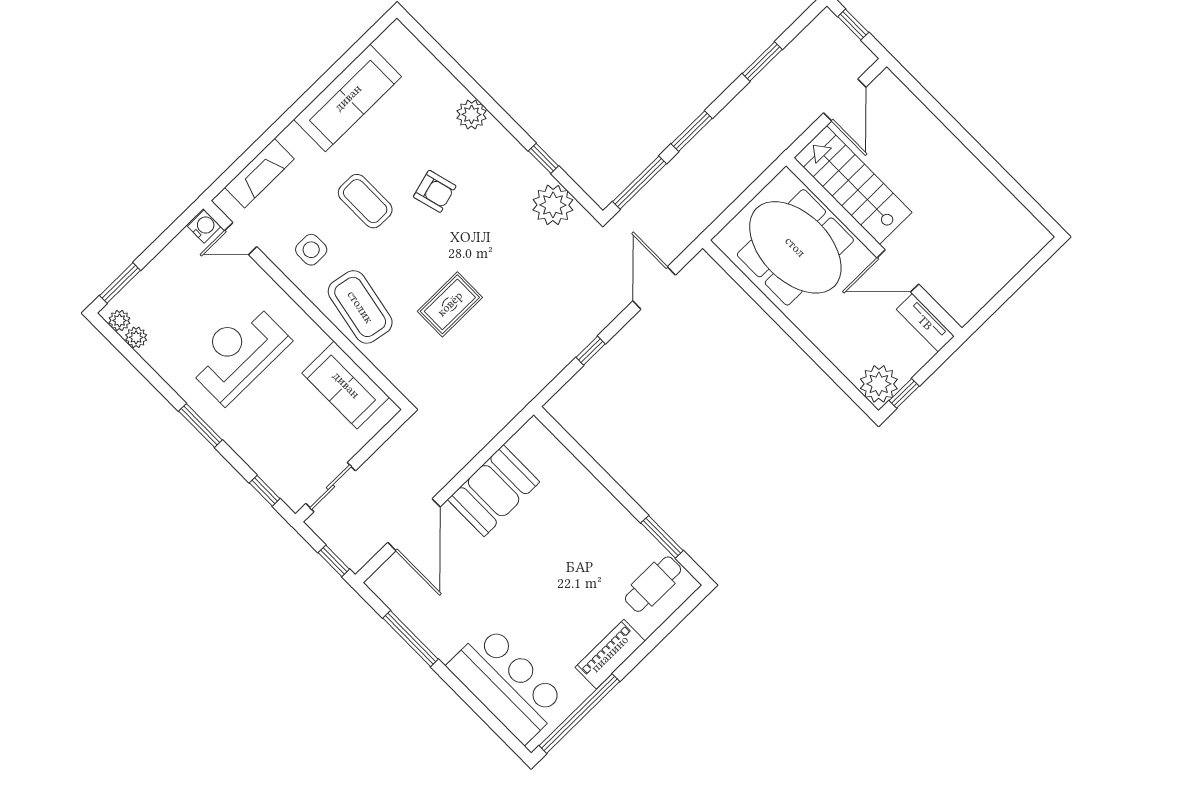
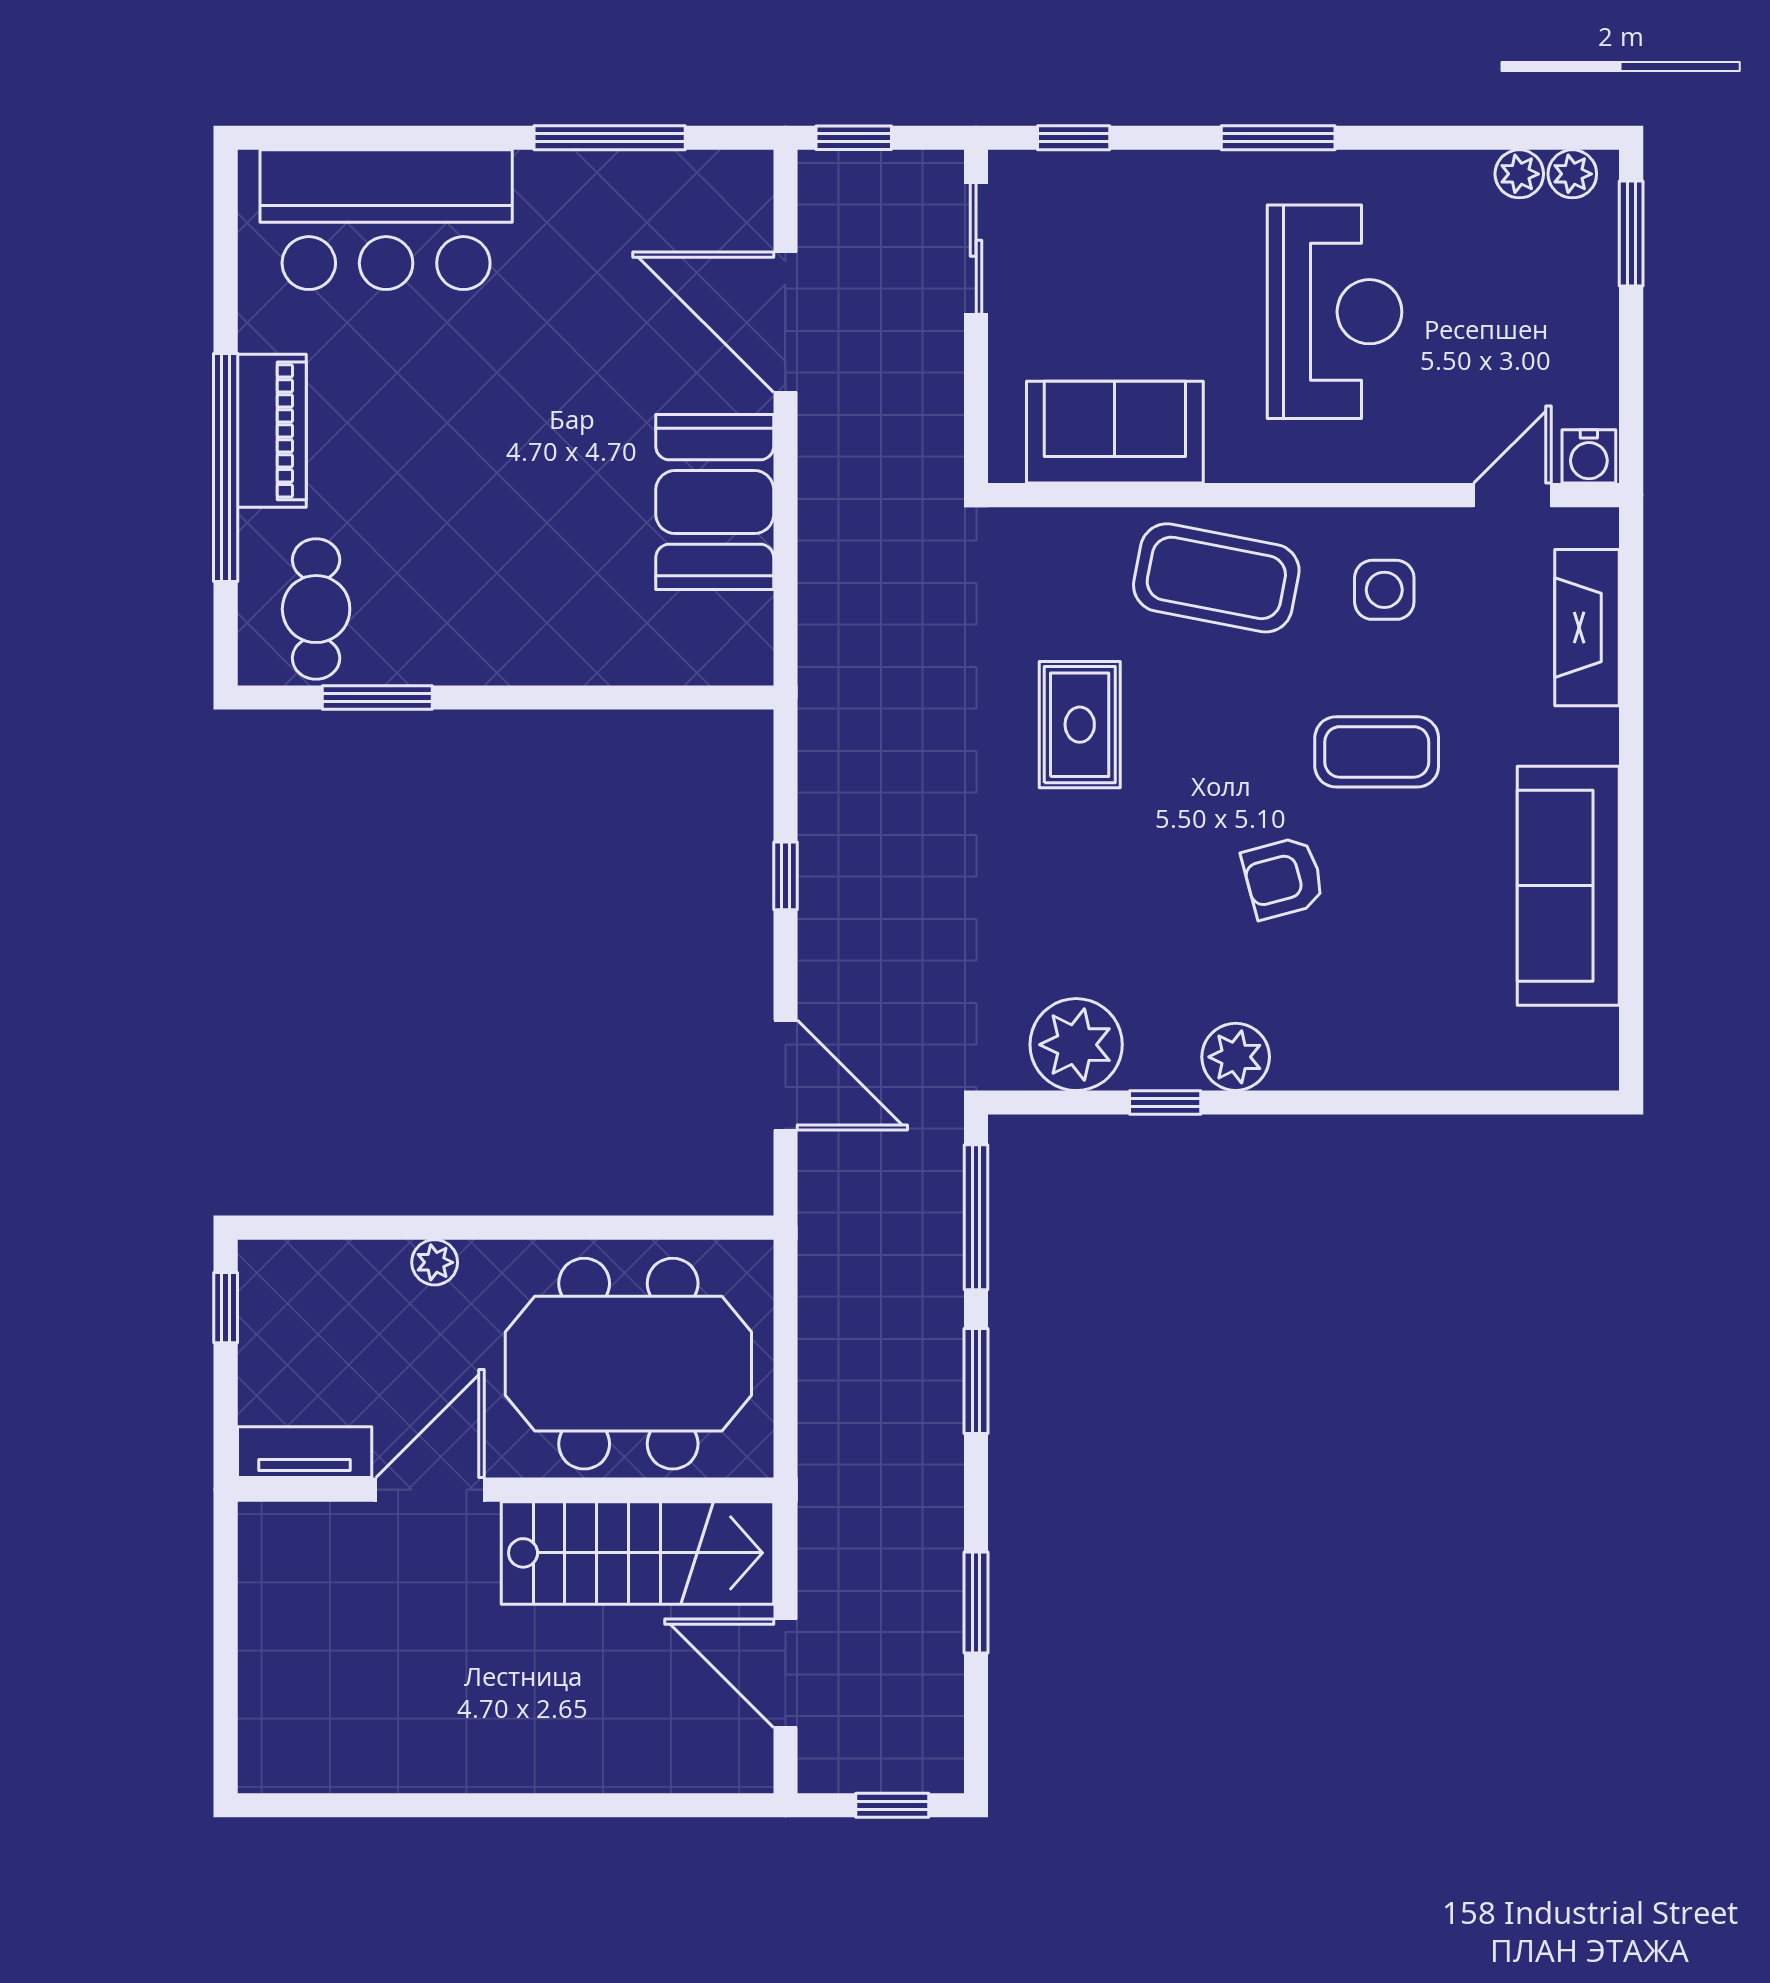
plant: (472, 115) -> (1236, 1057), moved
plant: (879, 384) -> (435, 1262), moved, width x0.53, depth x0.53
window: (579, 714) -> (226, 467), moved

